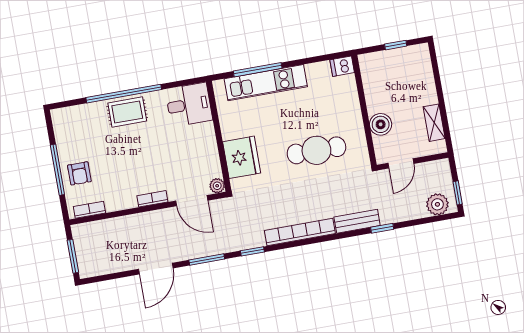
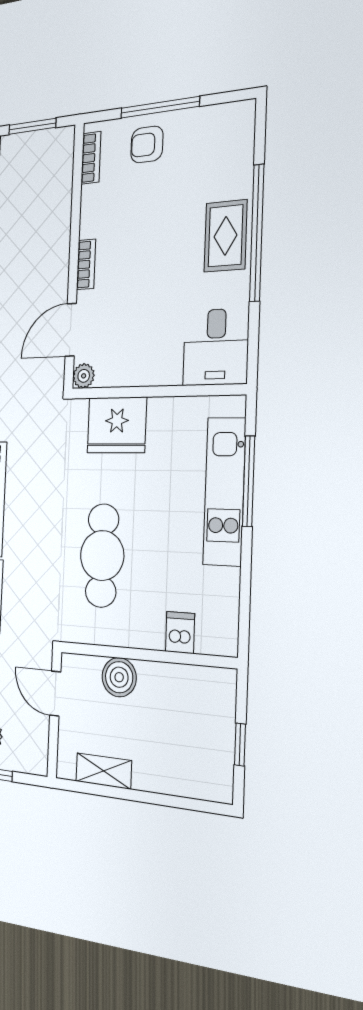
dishwasher: (342, 66) -> (180, 633), moved

